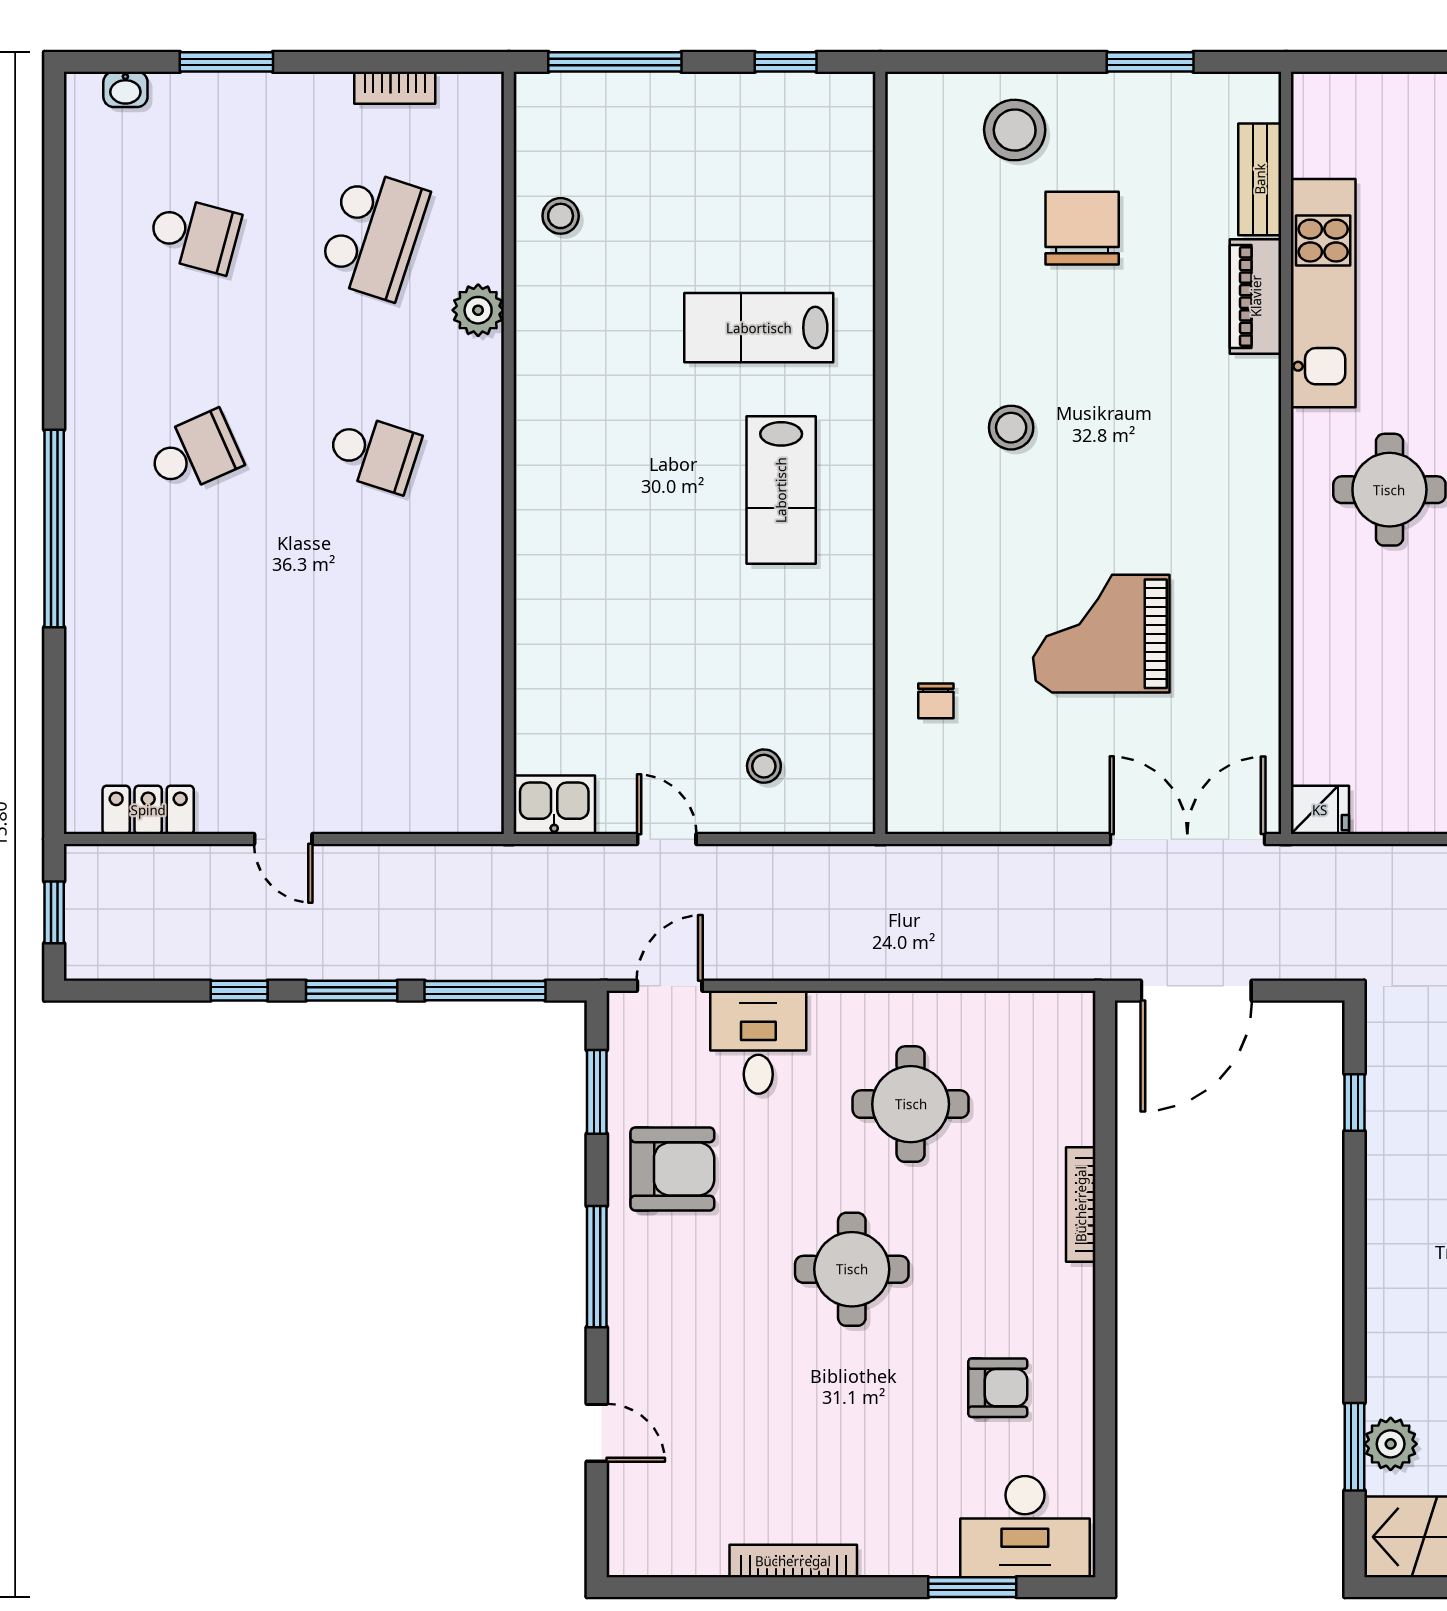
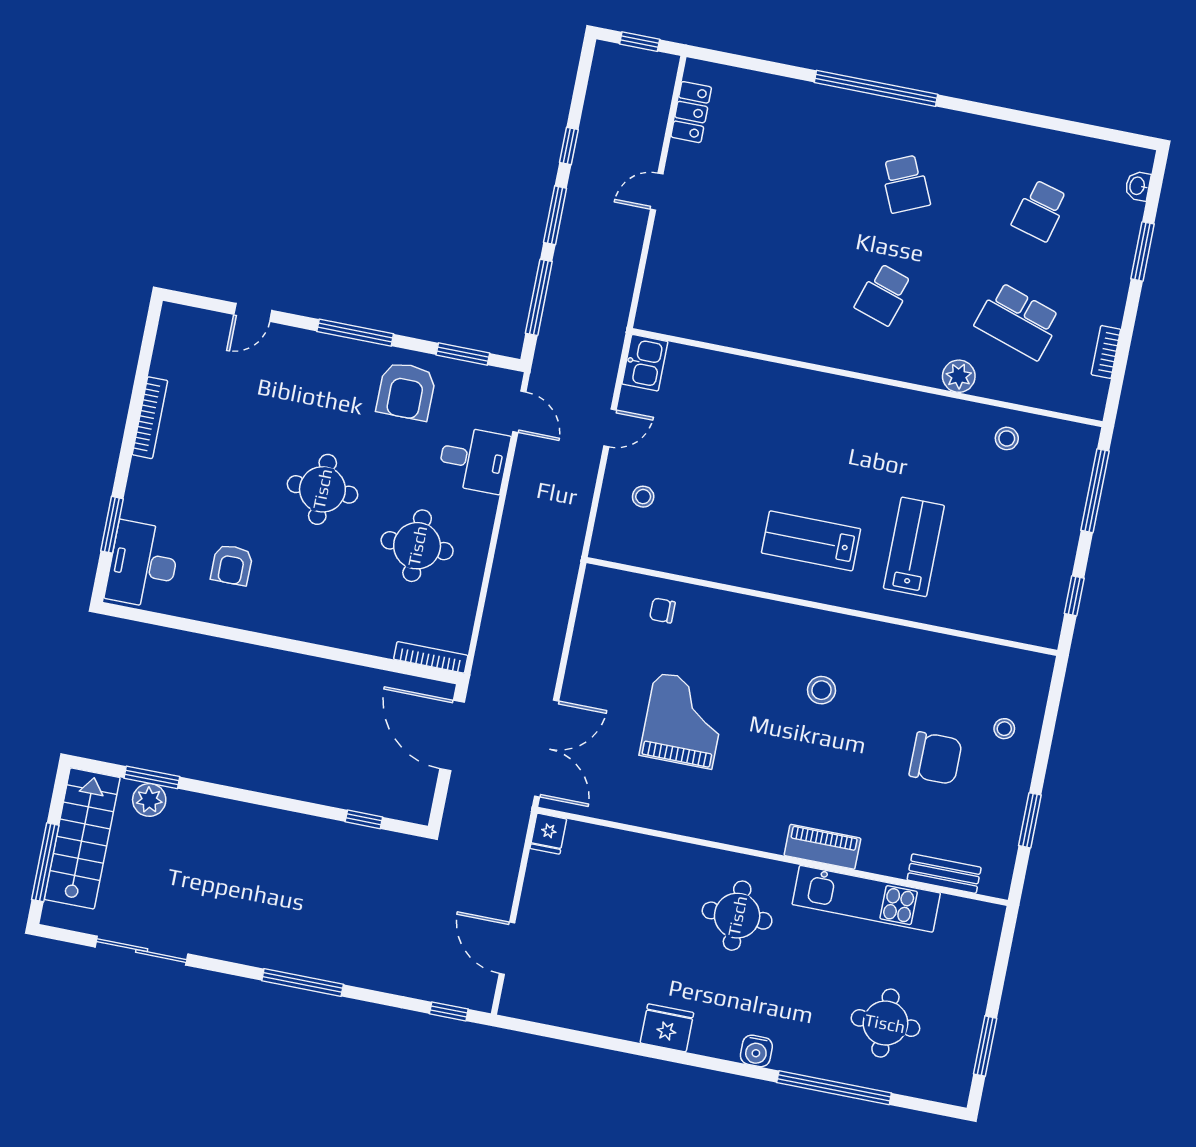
stool: (1015, 130) -> (1004, 729), width x0.53, depth x0.53
piano: (1256, 296) -> (822, 847), moved
bookcase: (1081, 1204) -> (431, 657), moved

